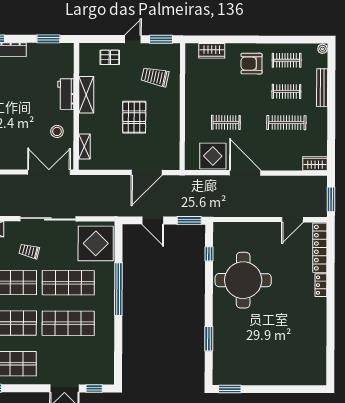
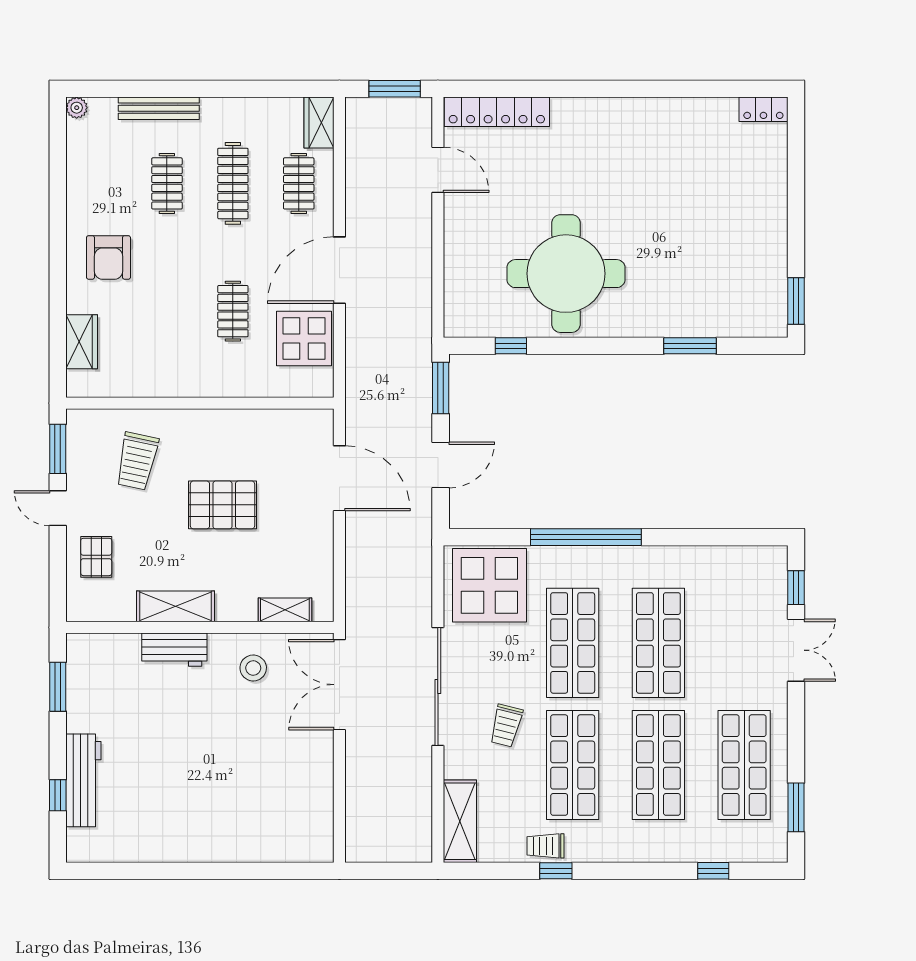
clothes rail: (287, 60) -> (299, 183), moved
locker: (321, 285) -> (763, 109), moved

